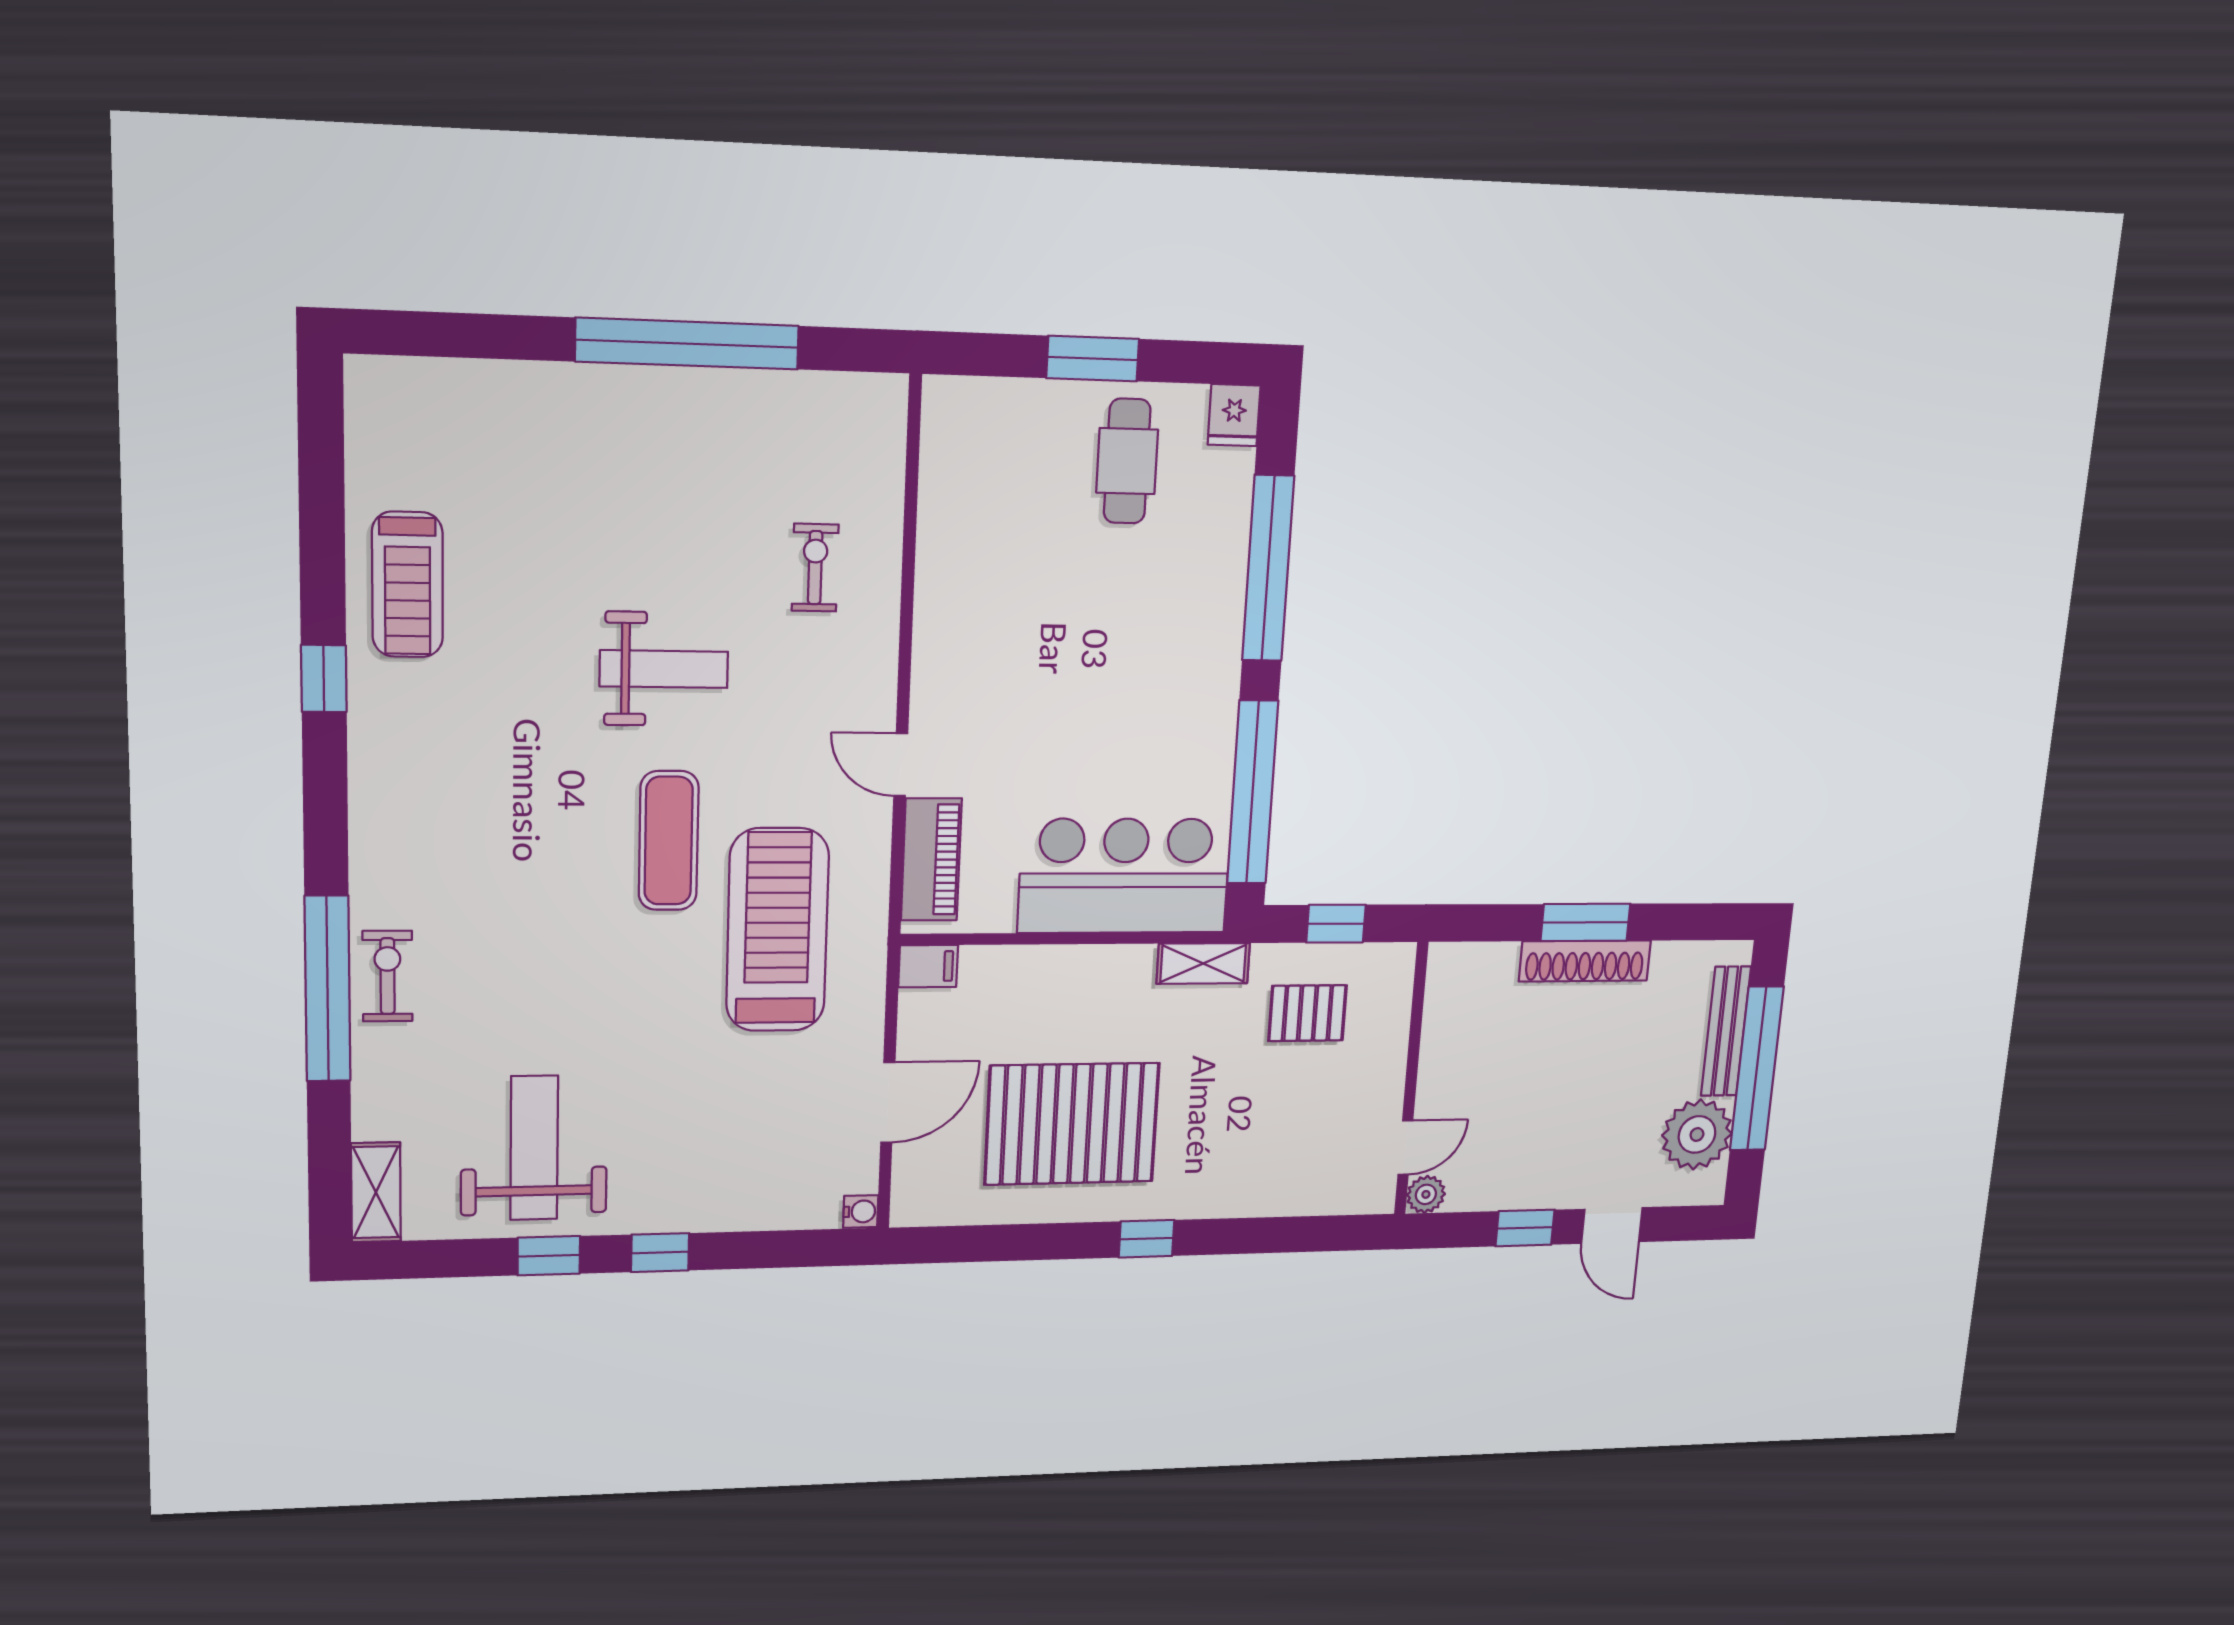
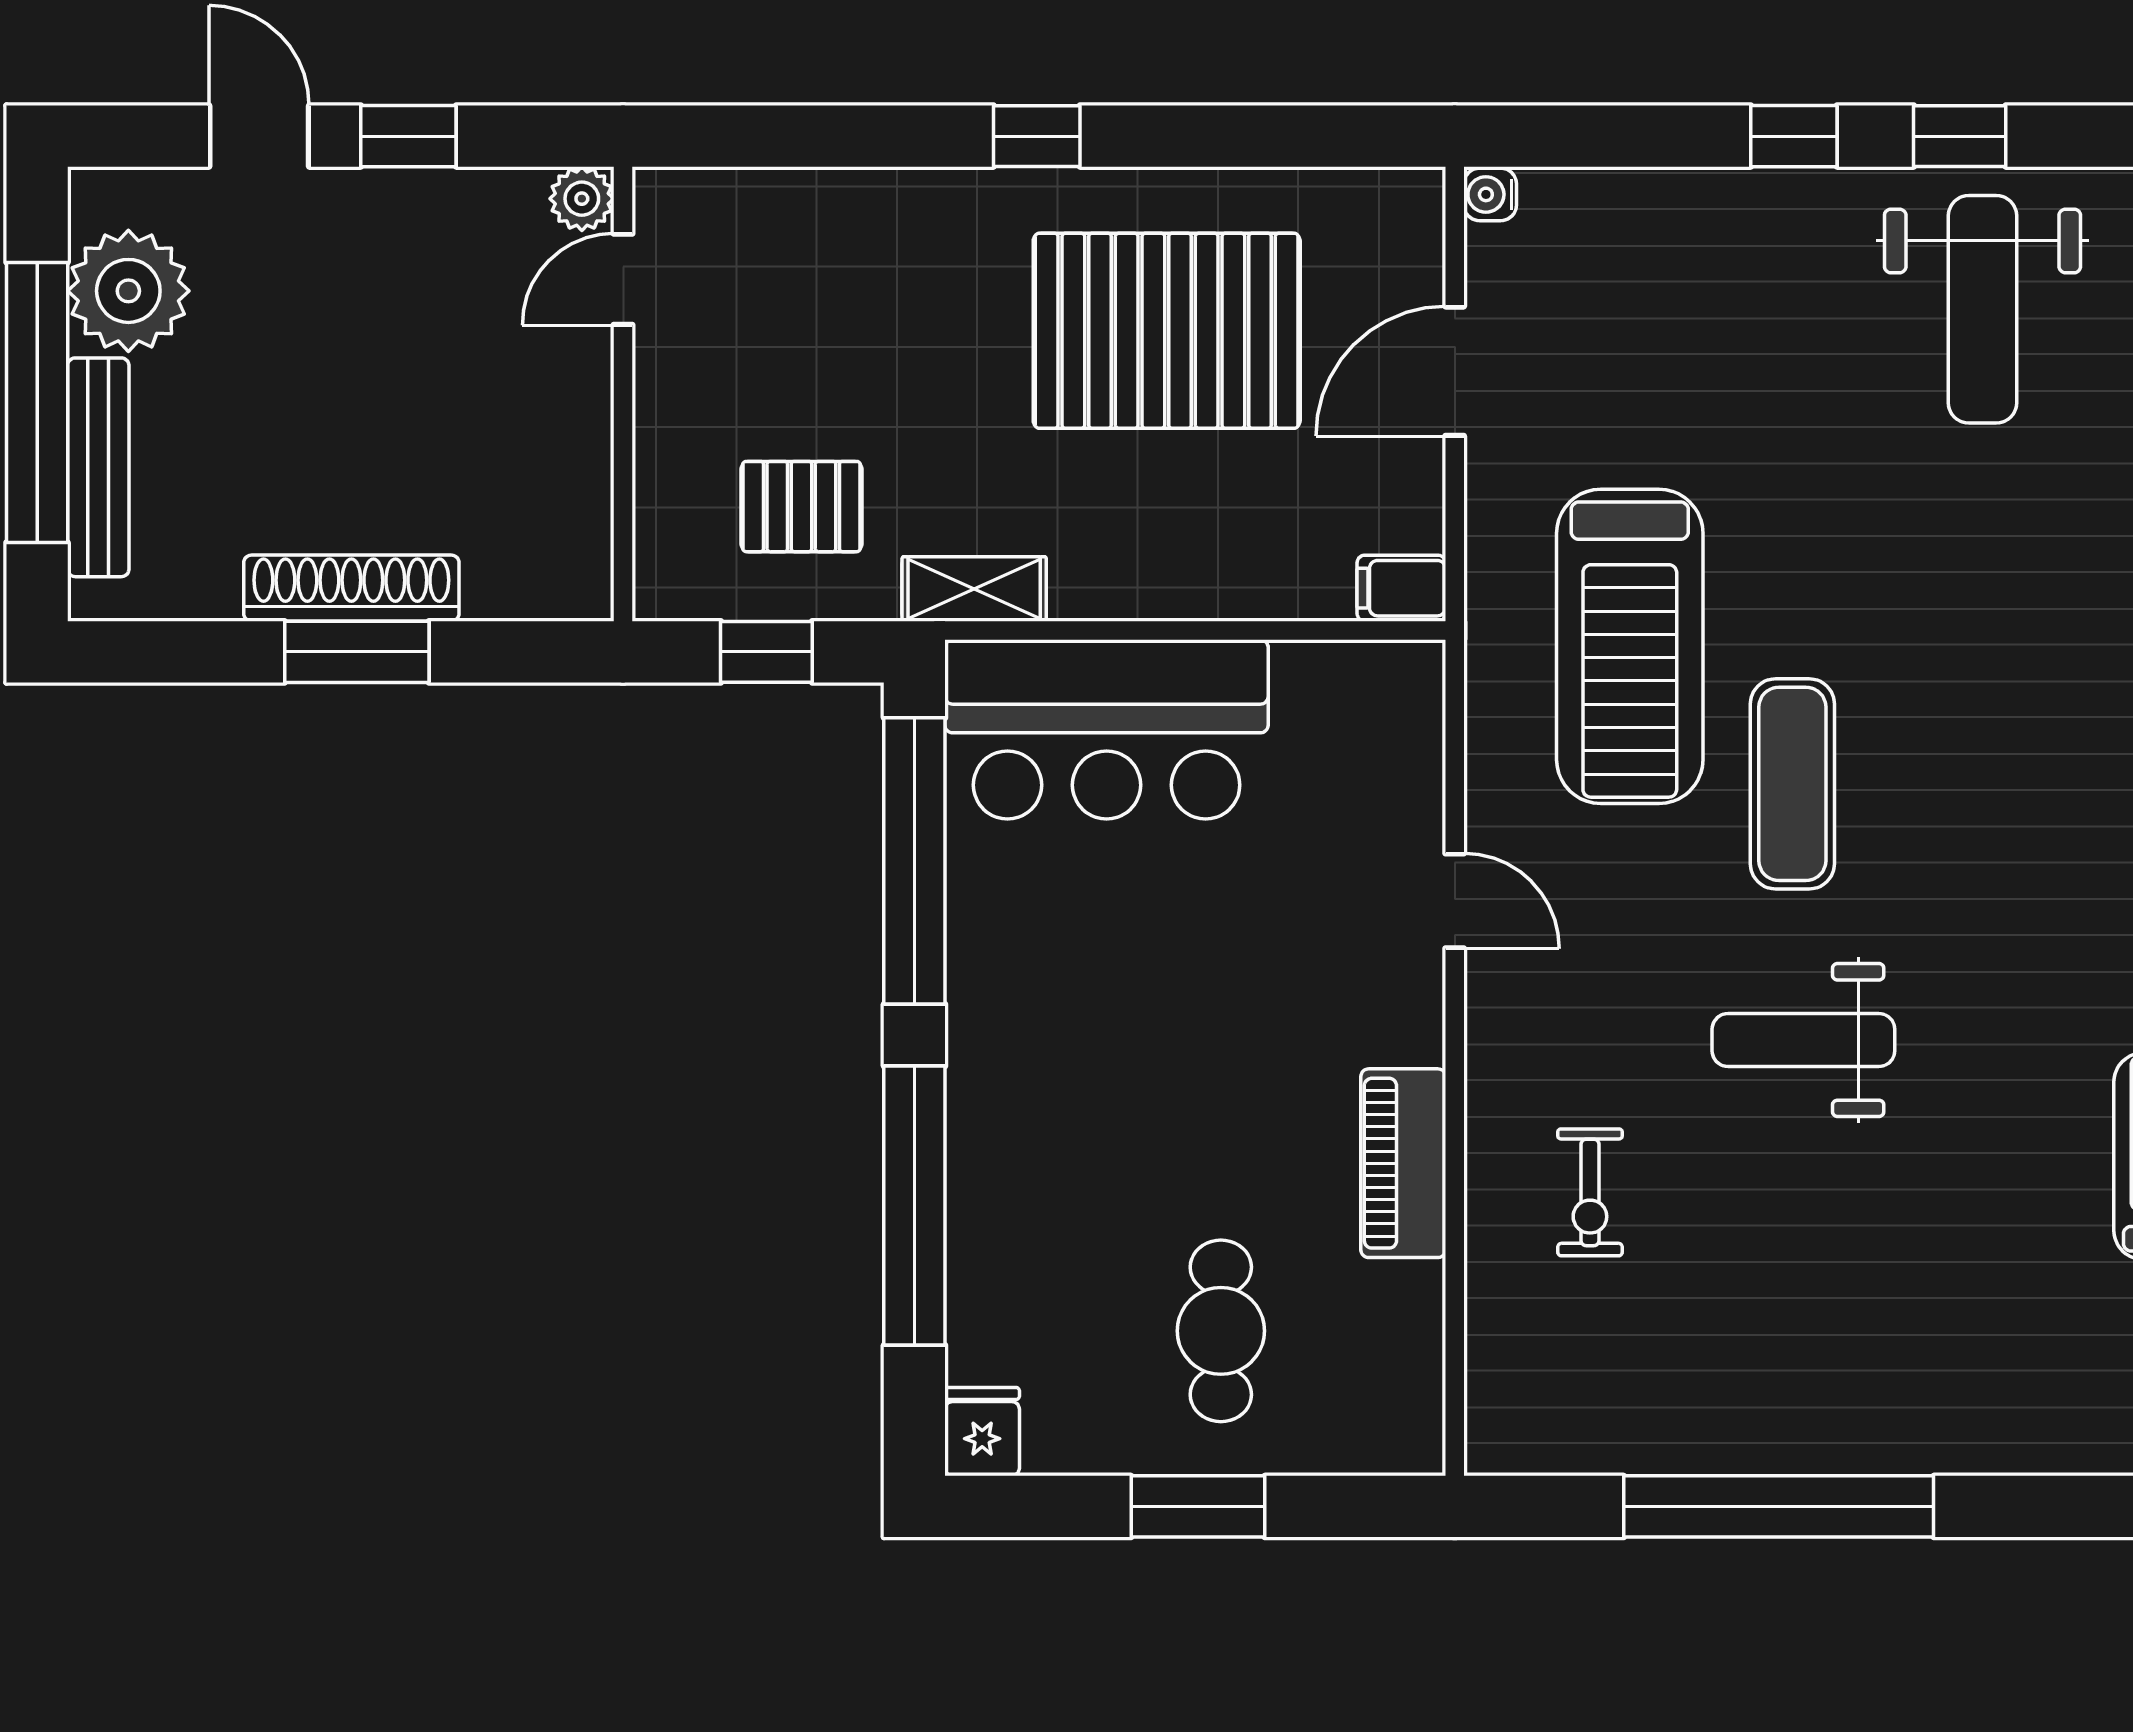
cafe table: (1127, 461) -> (1221, 1331), moved
piano: (931, 860) -> (1403, 1163), moved

